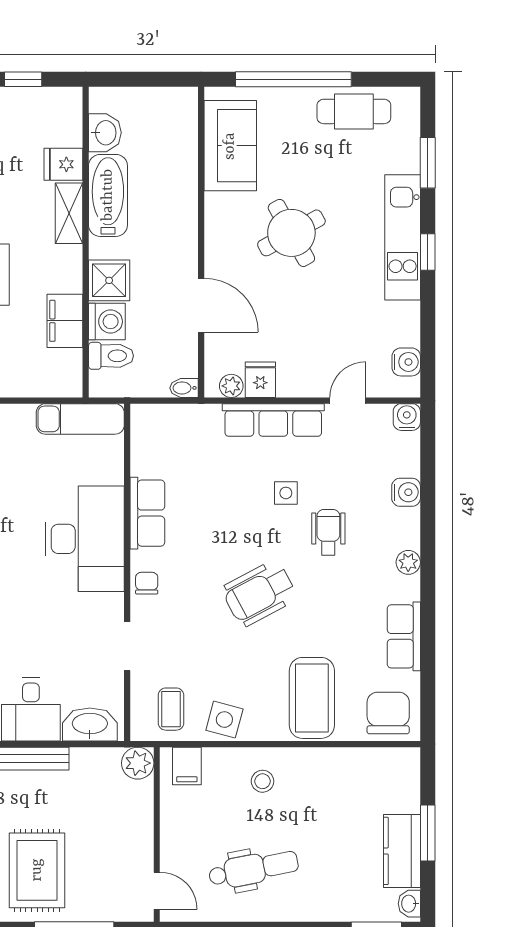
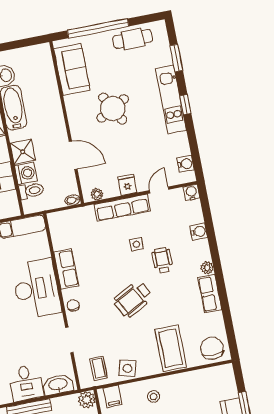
fridge: (260, 380) -> (127, 185), moved
row of seats: (404, 636) -> (210, 294), moved

